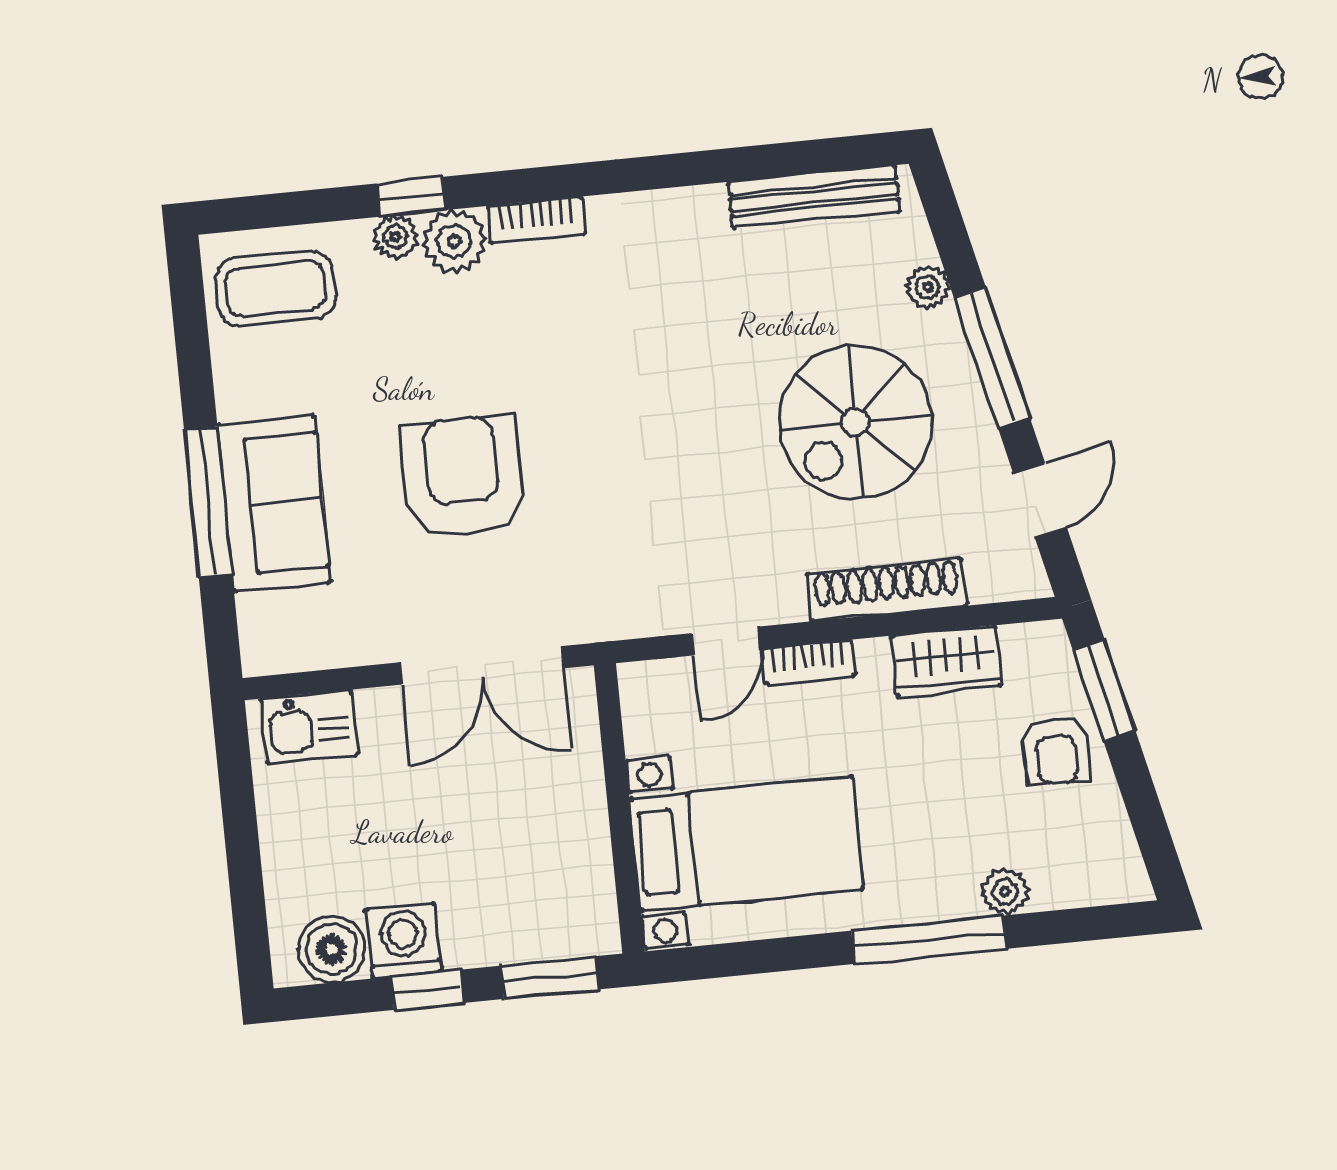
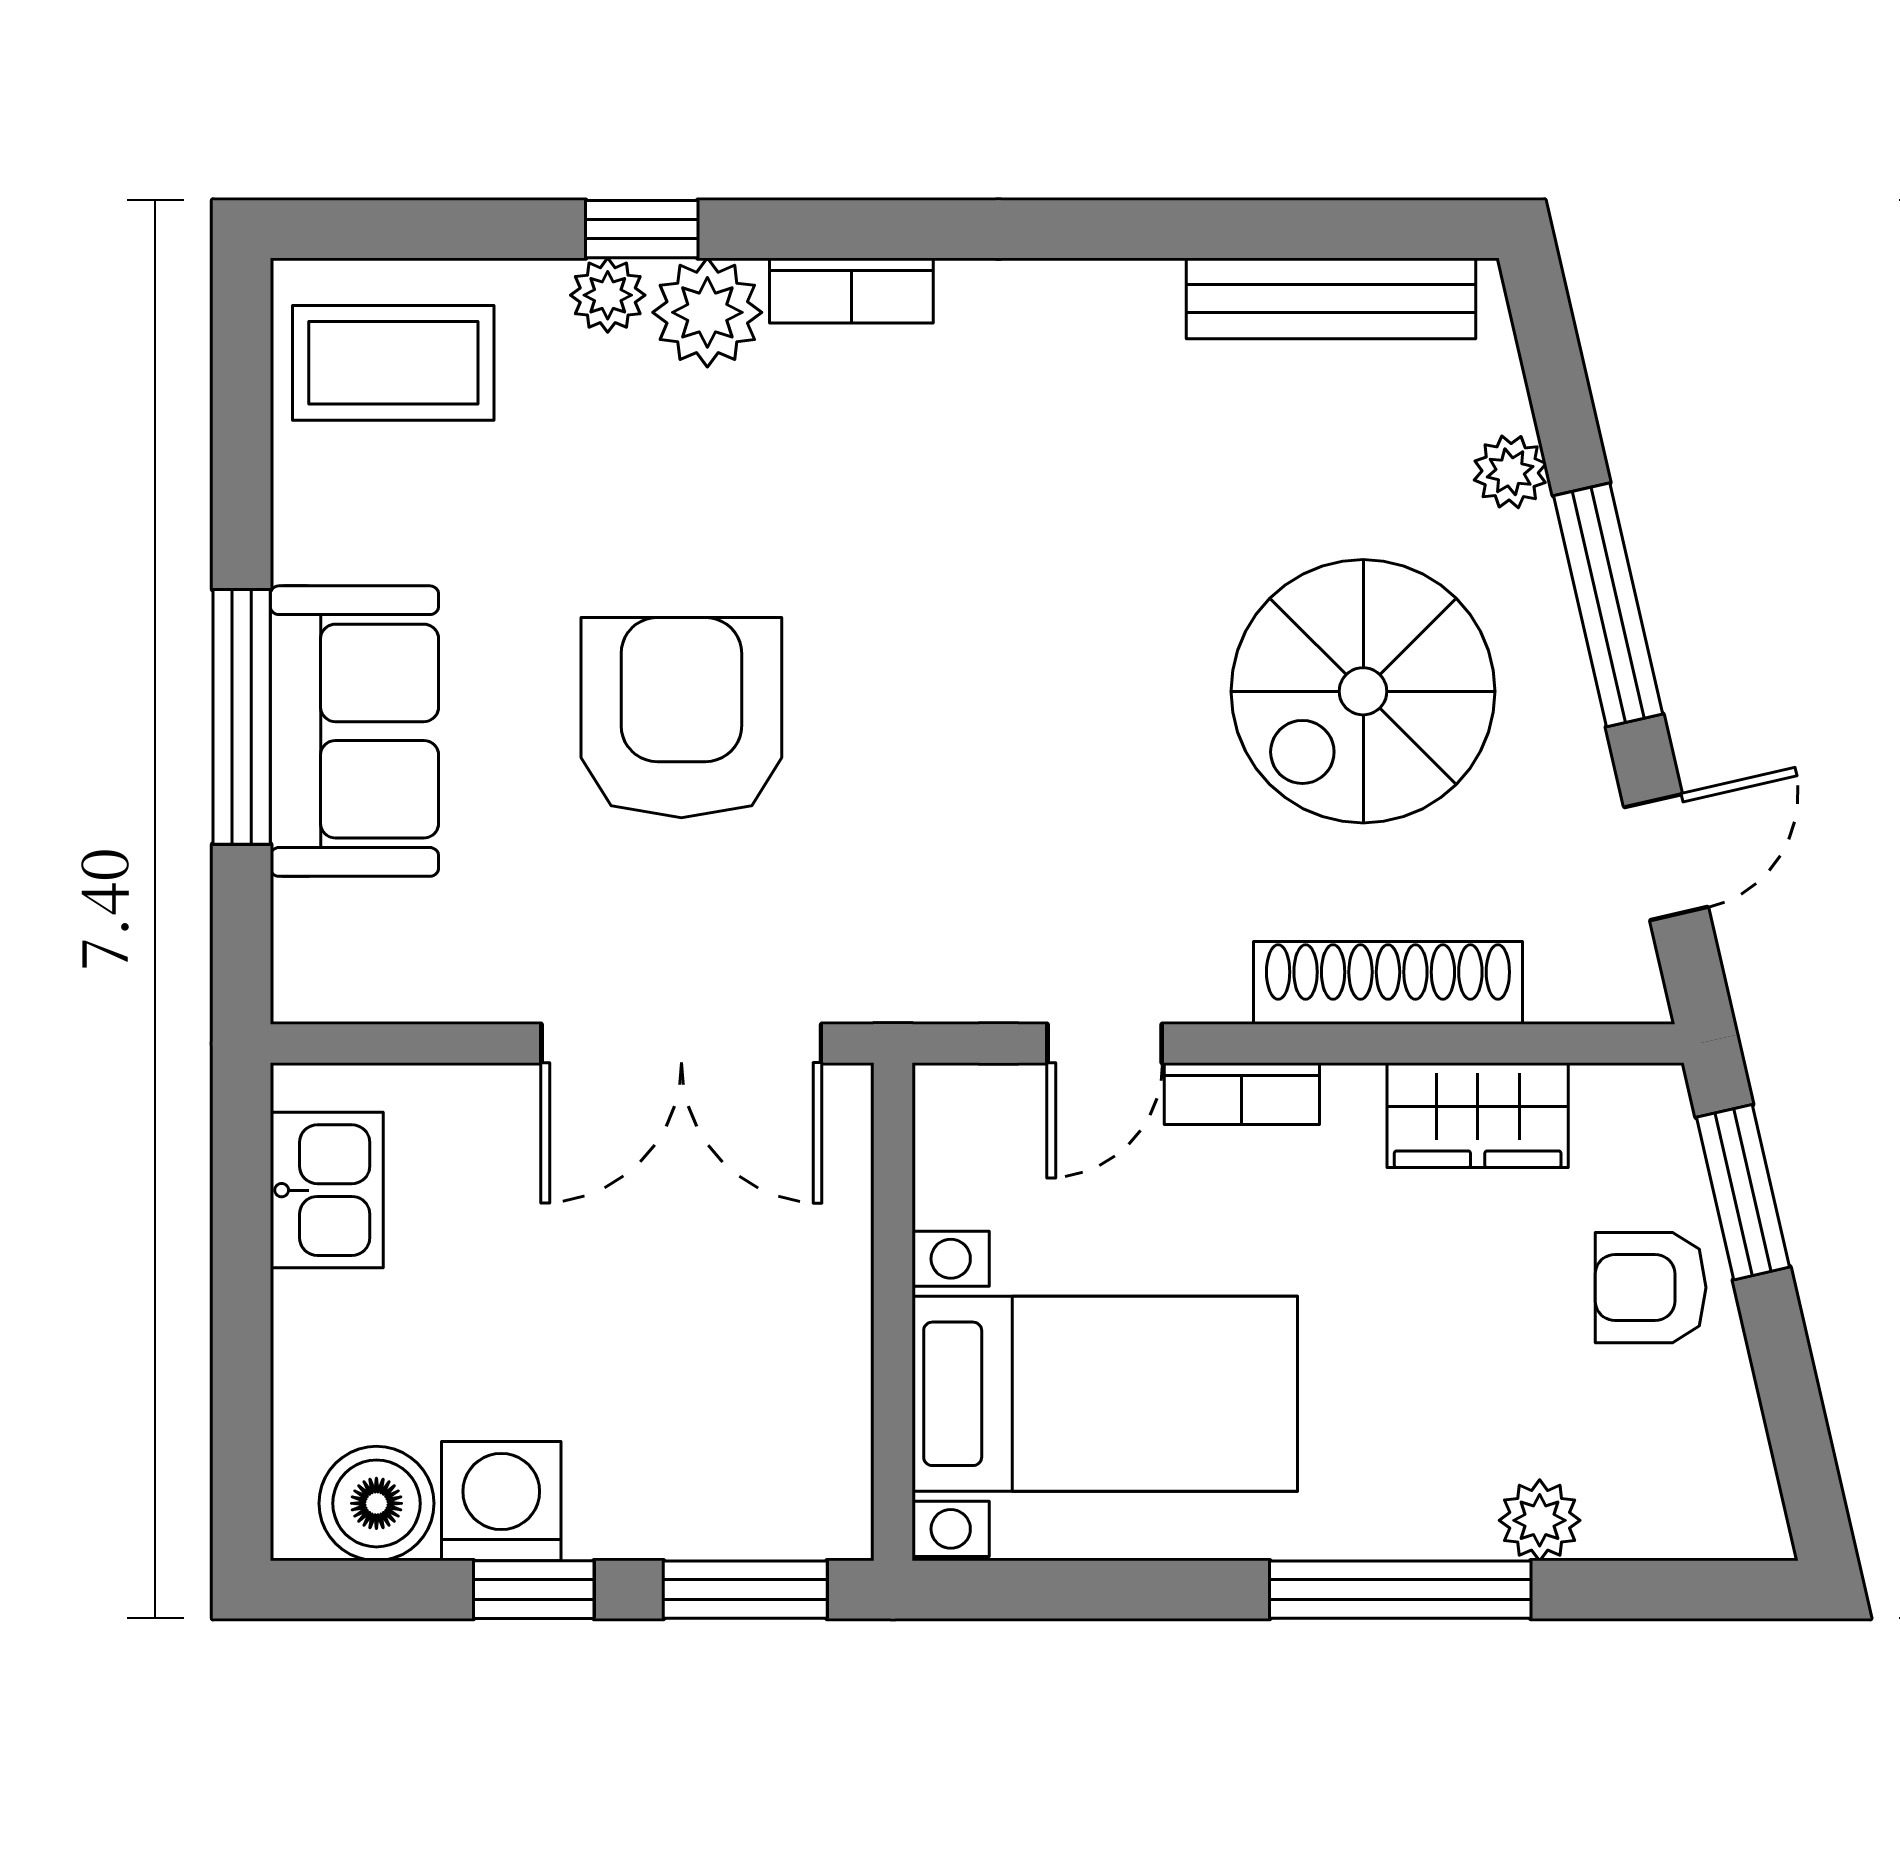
kitchen sink: (309, 727) -> (327, 1190), moved, turned -90
armchair: (1056, 751) -> (1651, 1288), turned 90

